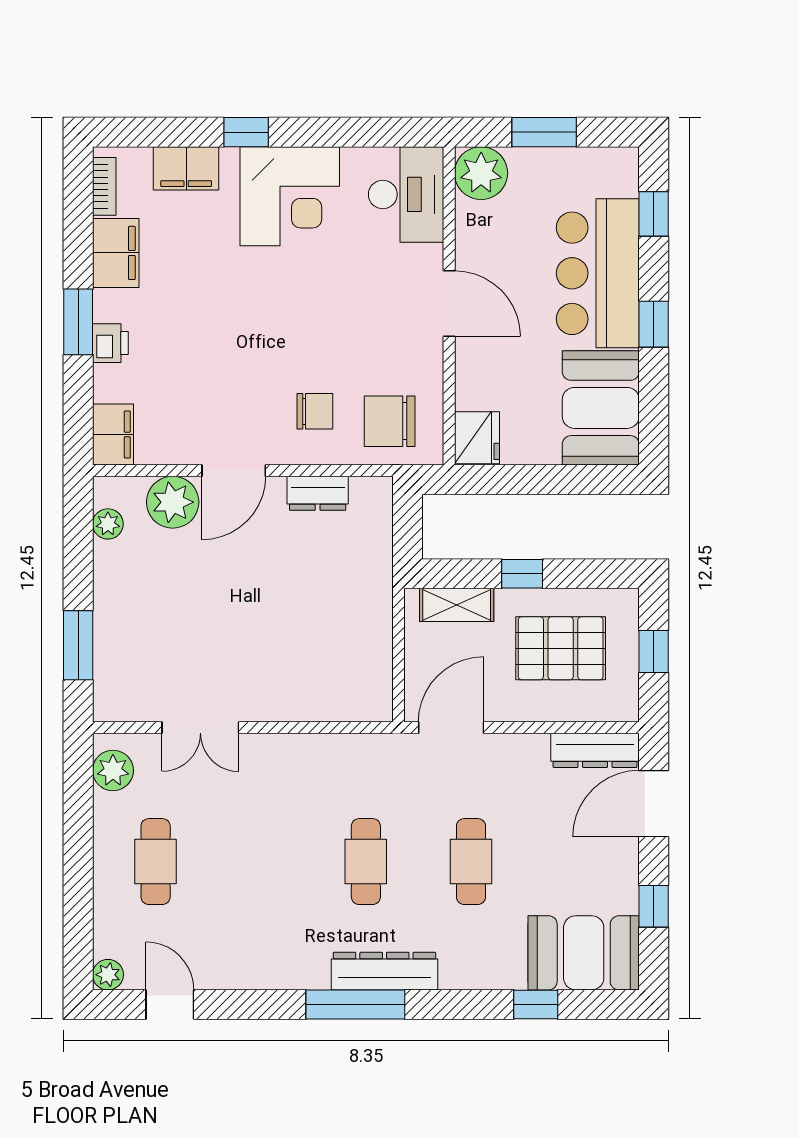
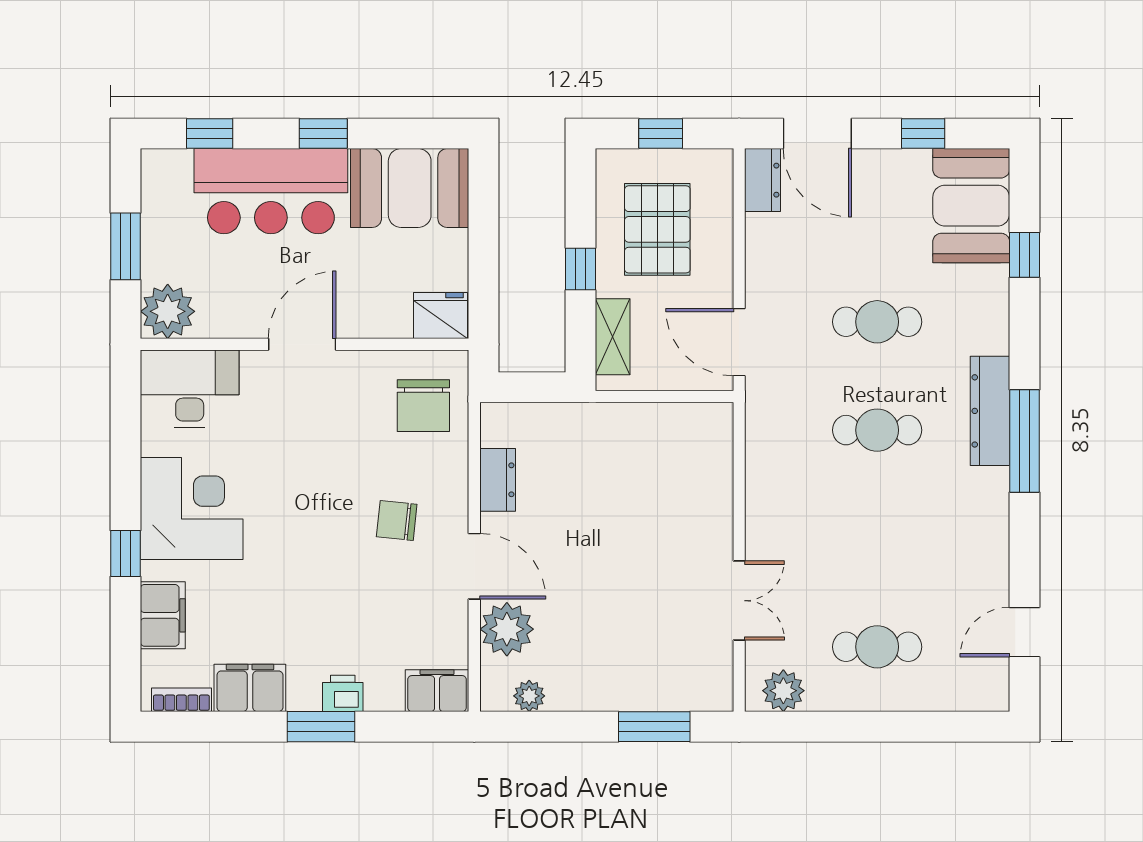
chair: (315, 411) -> (397, 520), moved, turned -84
dresser: (595, 750) -> (762, 180), width x0.70
plant: (108, 975) -> (994, 696), removed

